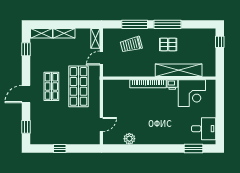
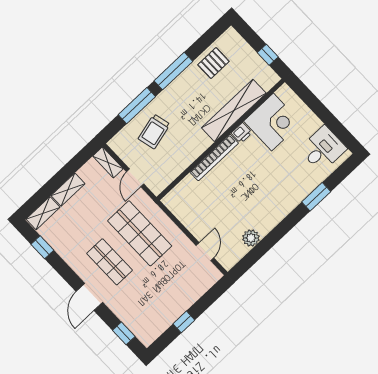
window: (220, 42) -> (268, 55), moved
pallet: (168, 44) -> (213, 63), moved
window: (194, 148) -> (316, 197), moved

